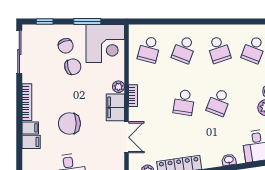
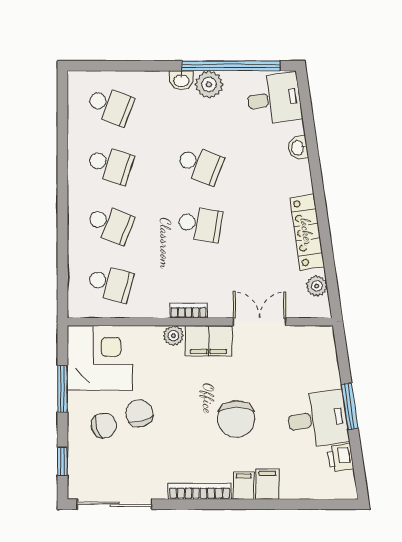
school desk: (219, 49) -> (110, 165), turned 36

